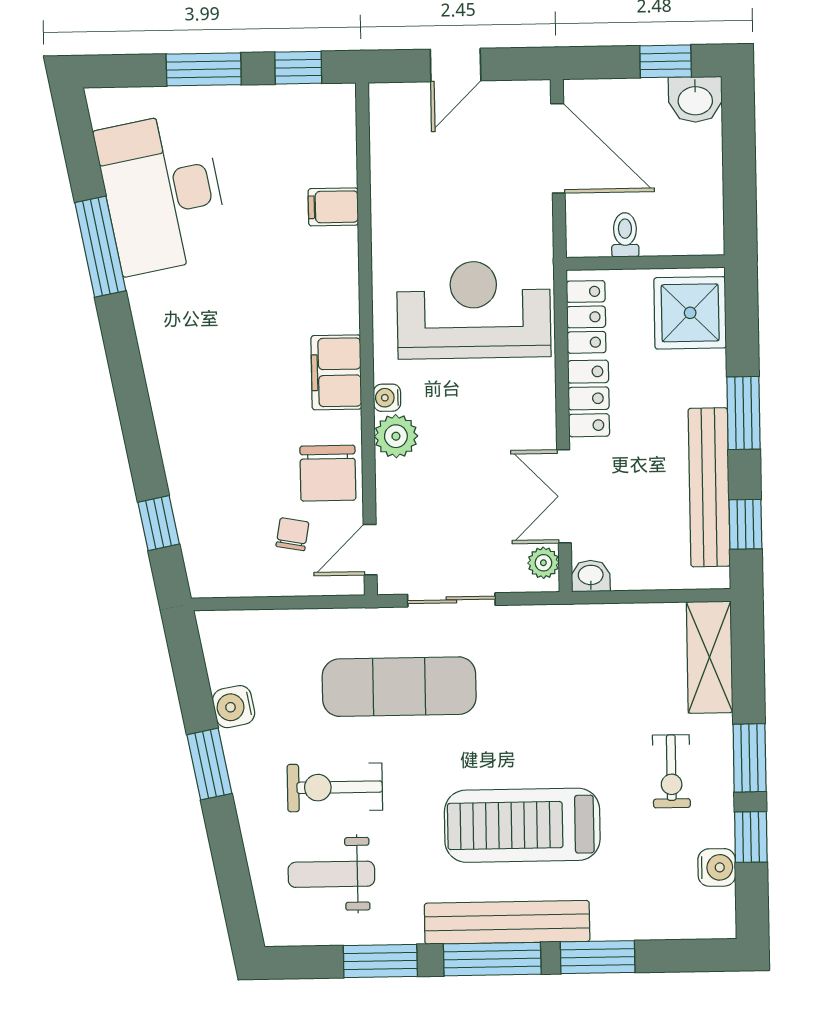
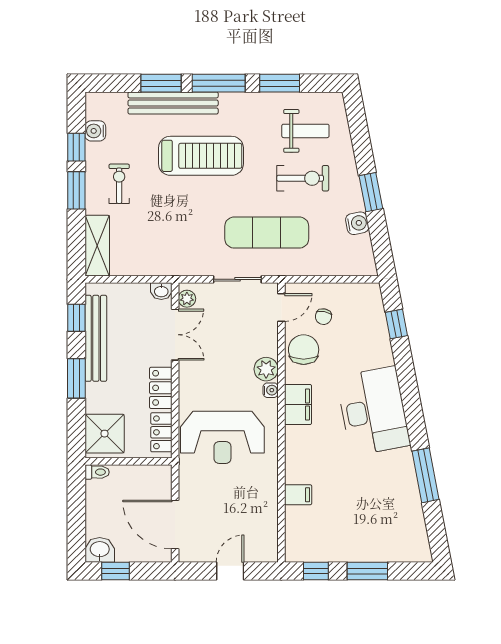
desk: (162, 193) -> (373, 411), moved
toilet: (625, 235) -> (97, 472), moved, turned -90
bench: (507, 922) -> (173, 103), moved

